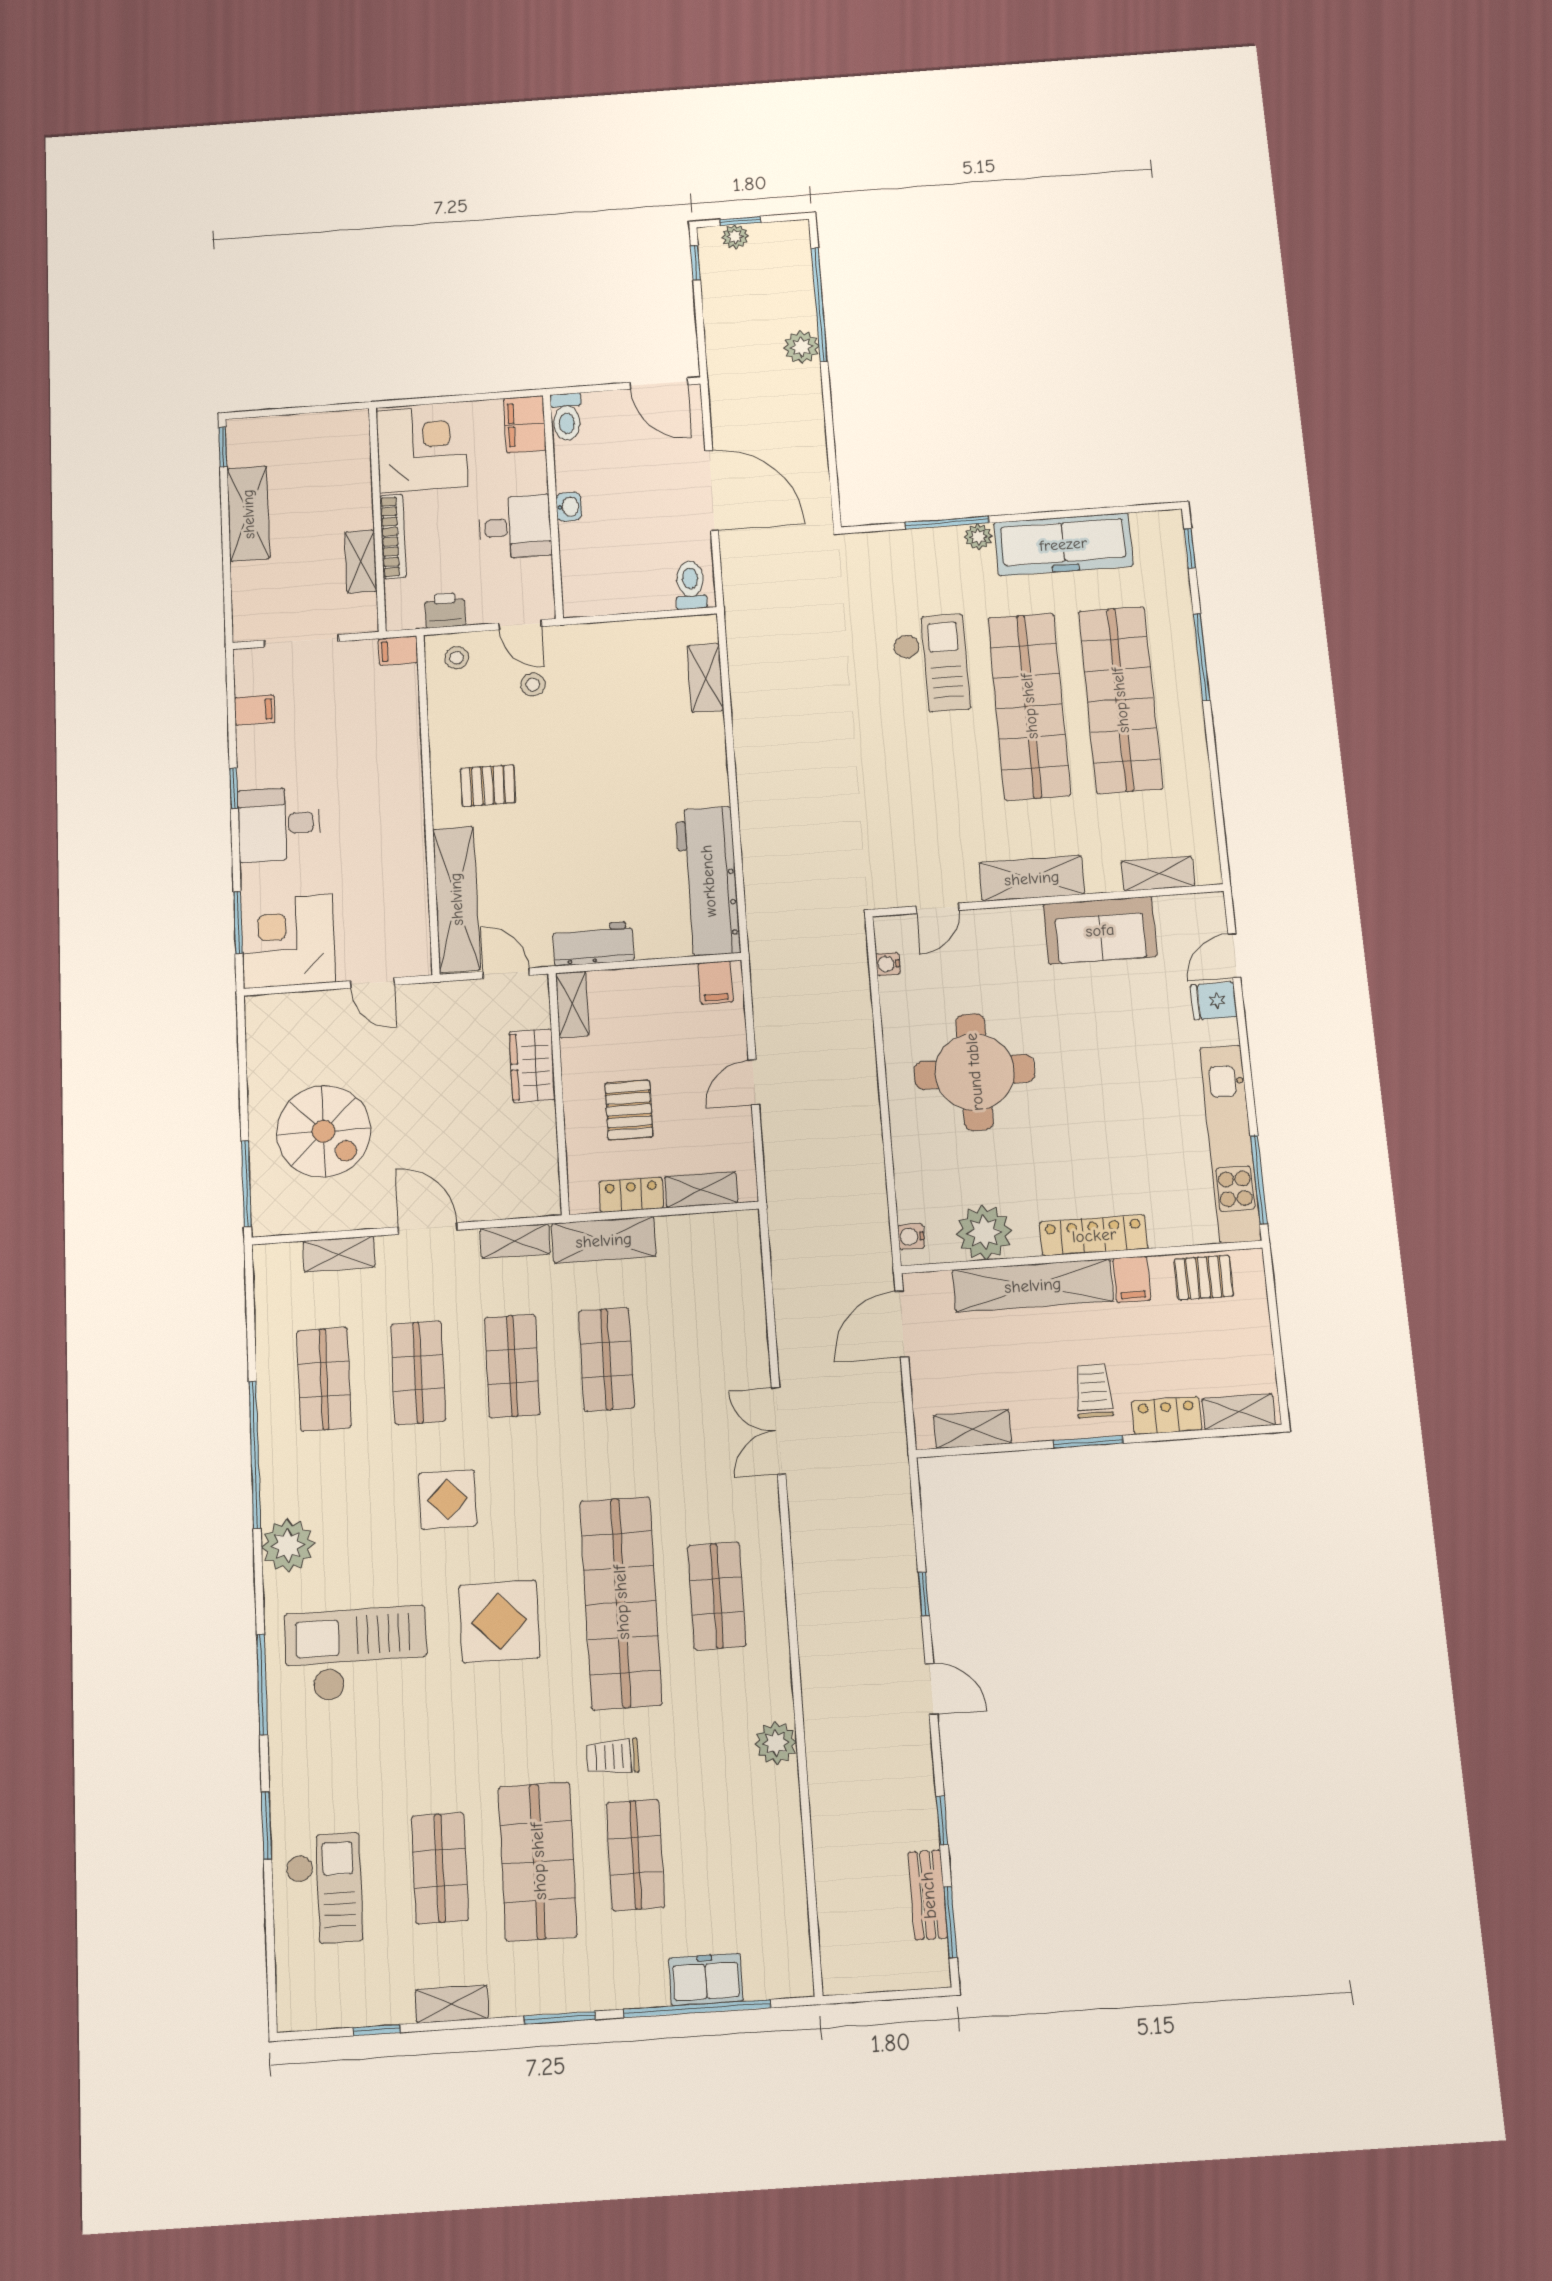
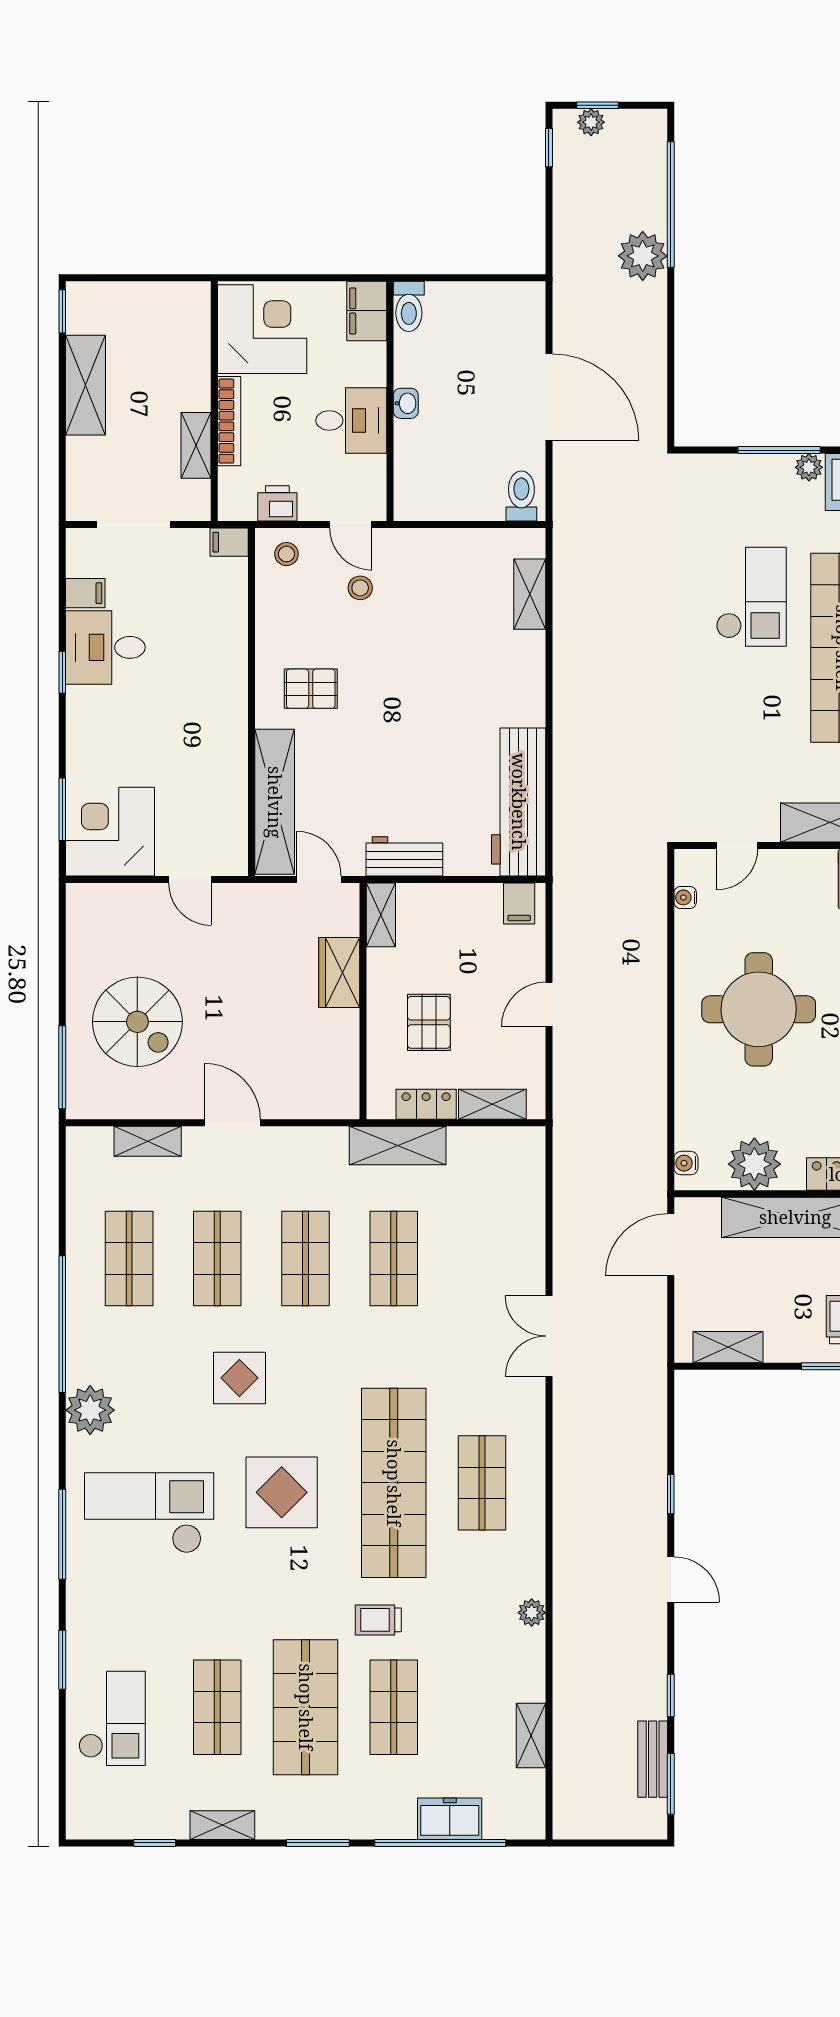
plant: (801, 347) -> (643, 256), width x1.36, depth x1.36
door: (659, 384) -> (504, 278), removed
desk: (279, 824) -> (105, 647), moved
shelving: (515, 1241) -> (531, 1735), moved, turned 90
plant: (776, 1743) -> (532, 1613), width x0.73, depth x0.73

